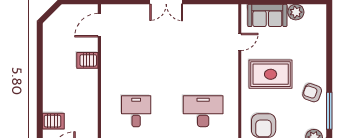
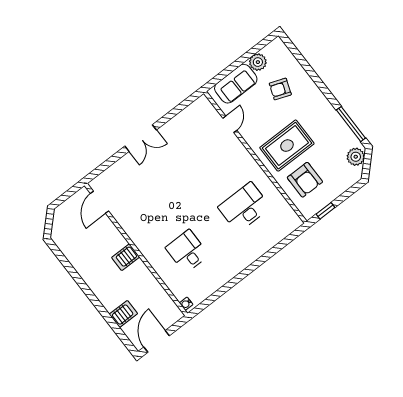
server rack: (87, 60) -> (126, 257), moved
rug: (271, 74) -> (287, 146), moved
armchair: (312, 93) -> (280, 89), moved

